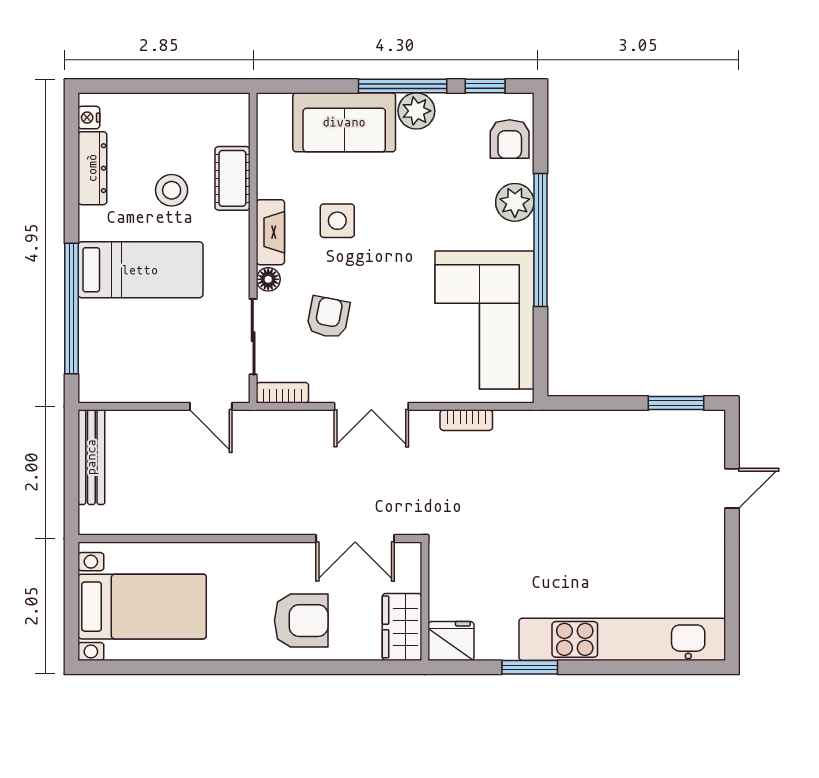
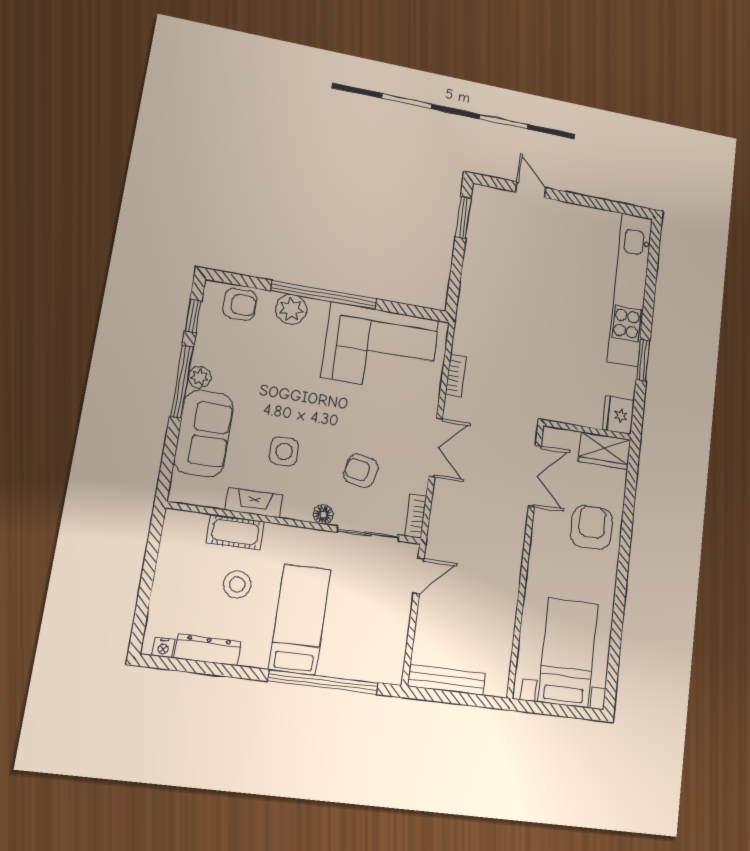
plant: (416, 111) -> (199, 377), width x0.73, depth x0.73
fireplace: (270, 232) -> (254, 503), moved

